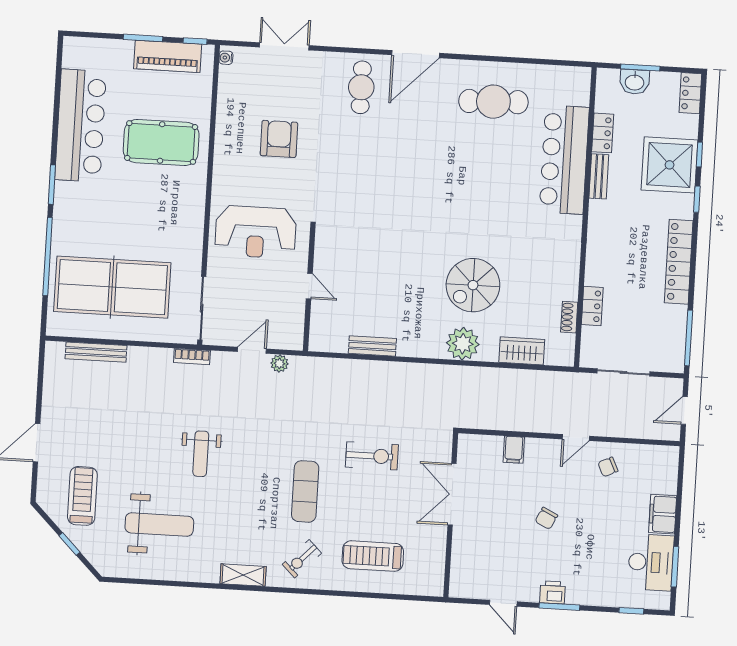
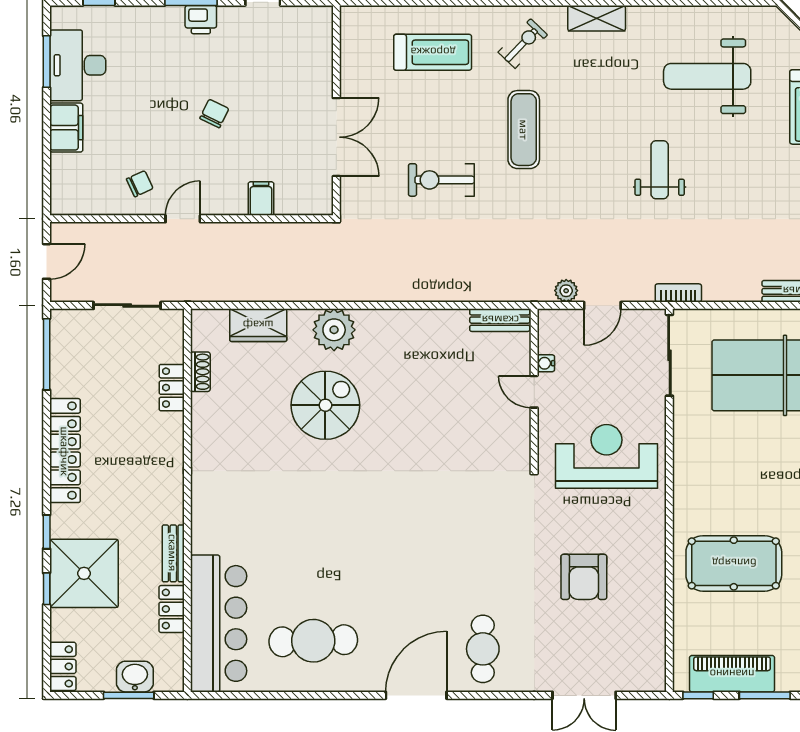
water cooler: (226, 58) -> (546, 363), moved, turned 180
bar counter: (564, 160) -> (219, 623), moved
bench: (372, 346) -> (500, 320), moved

